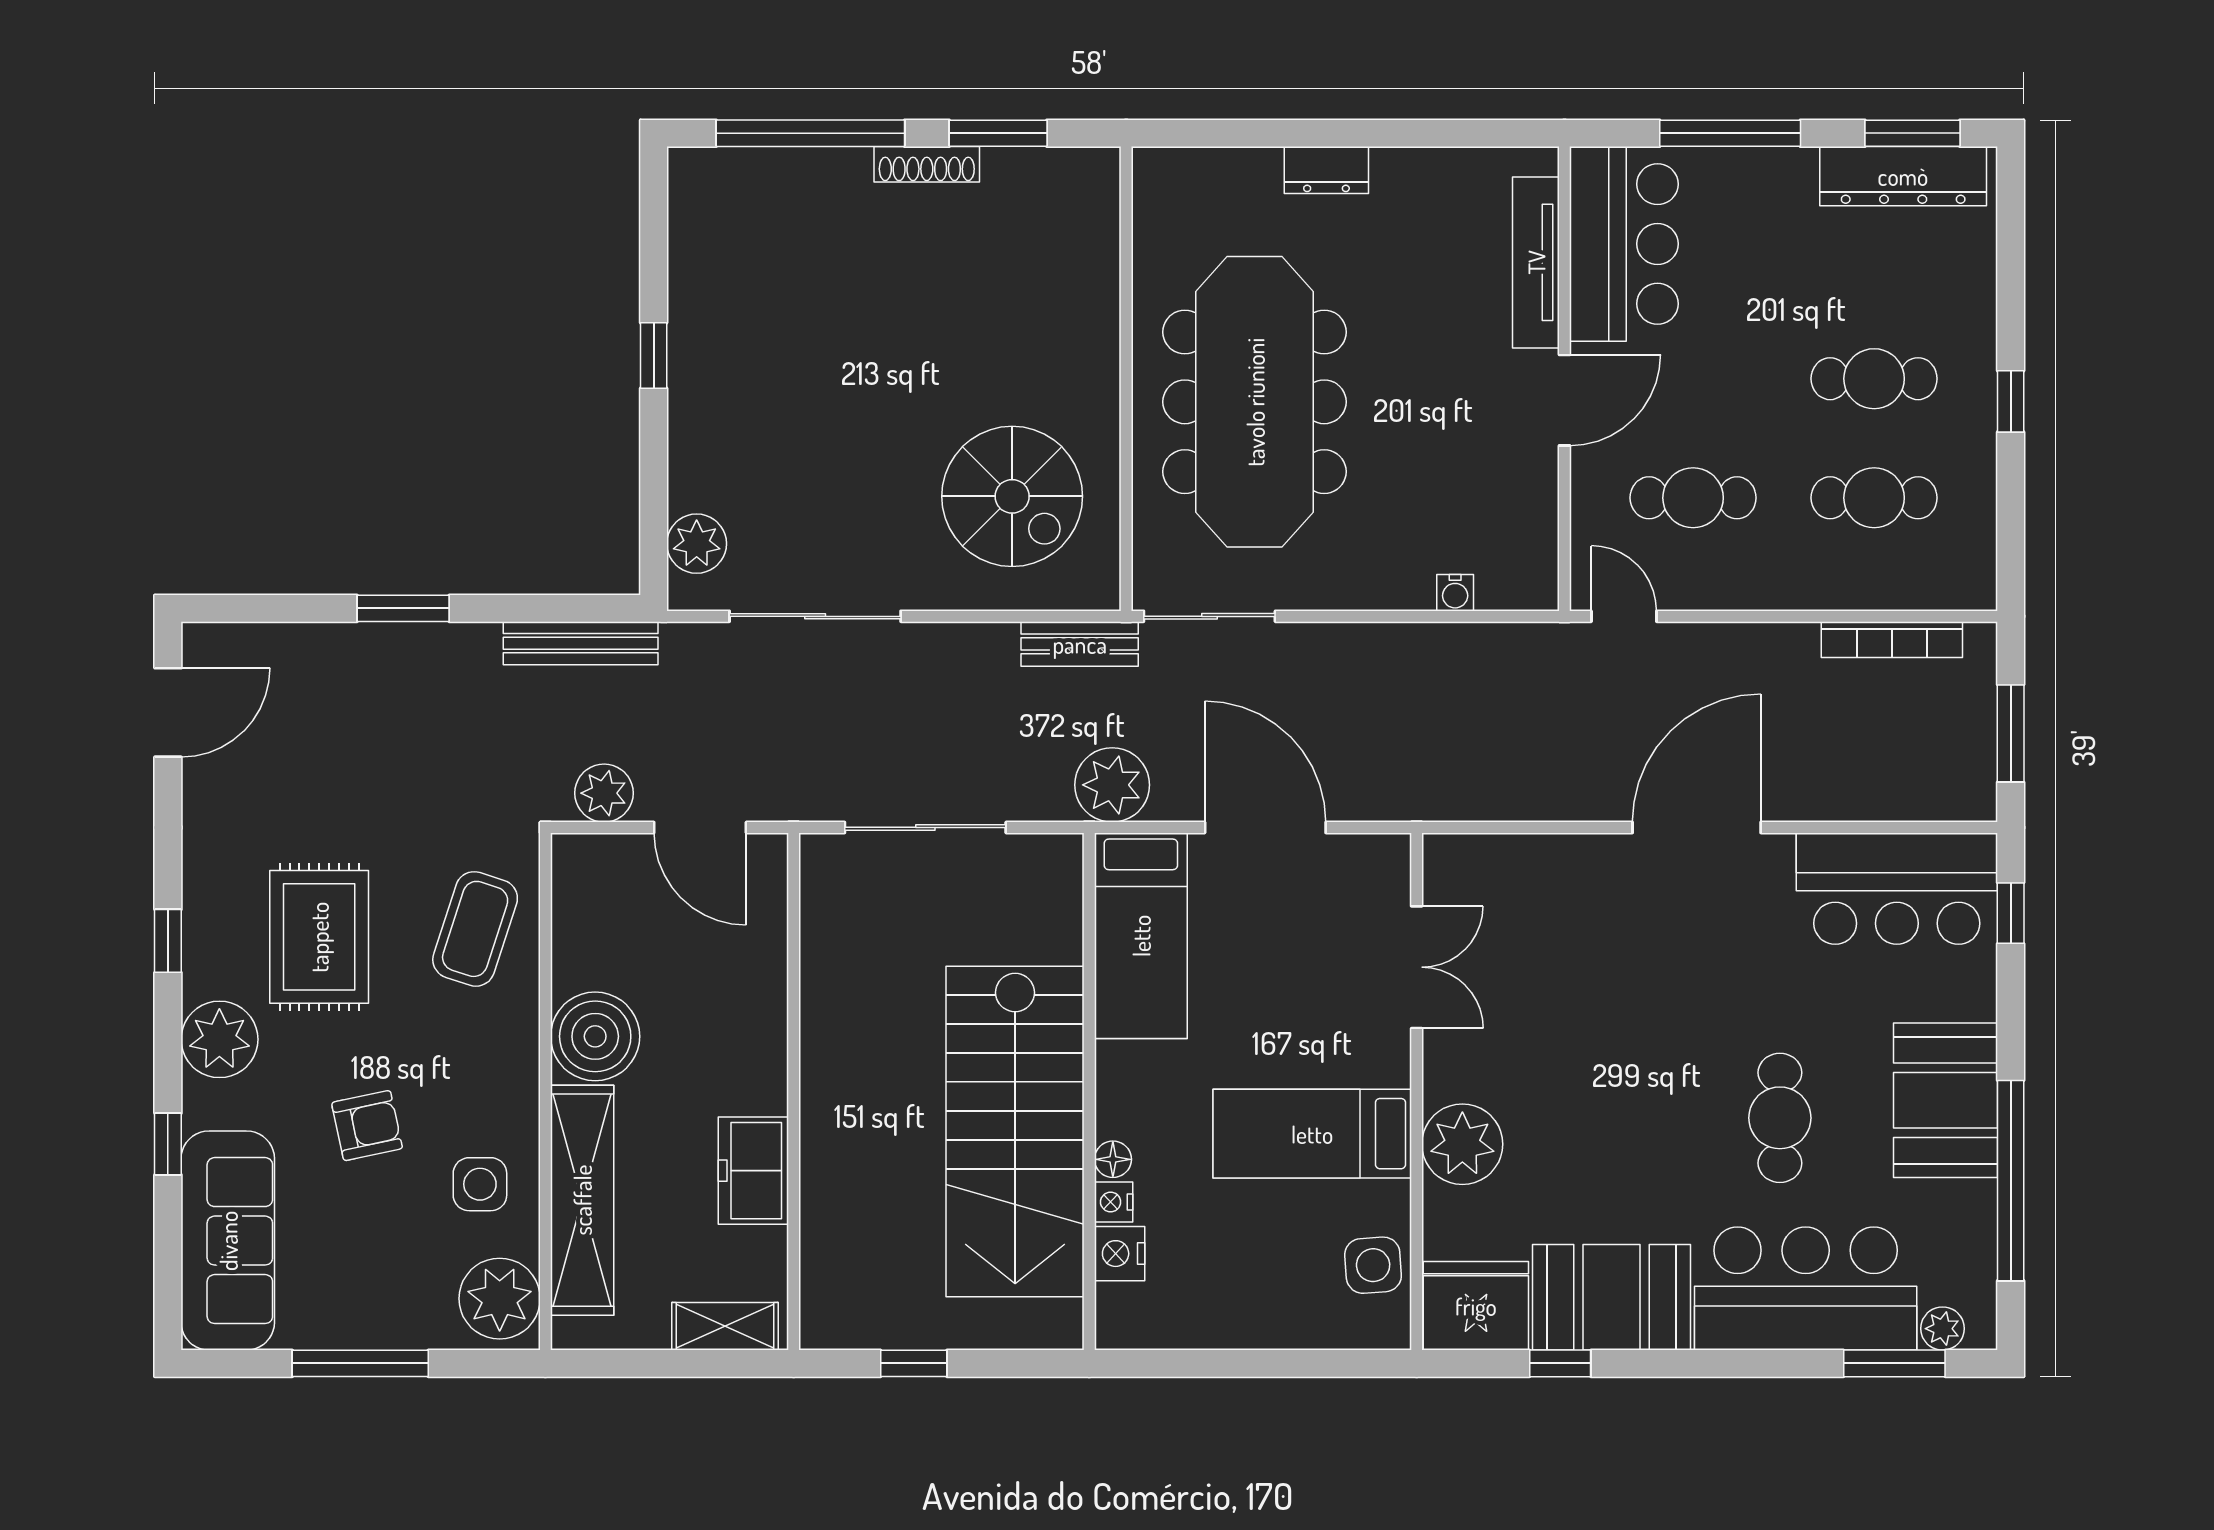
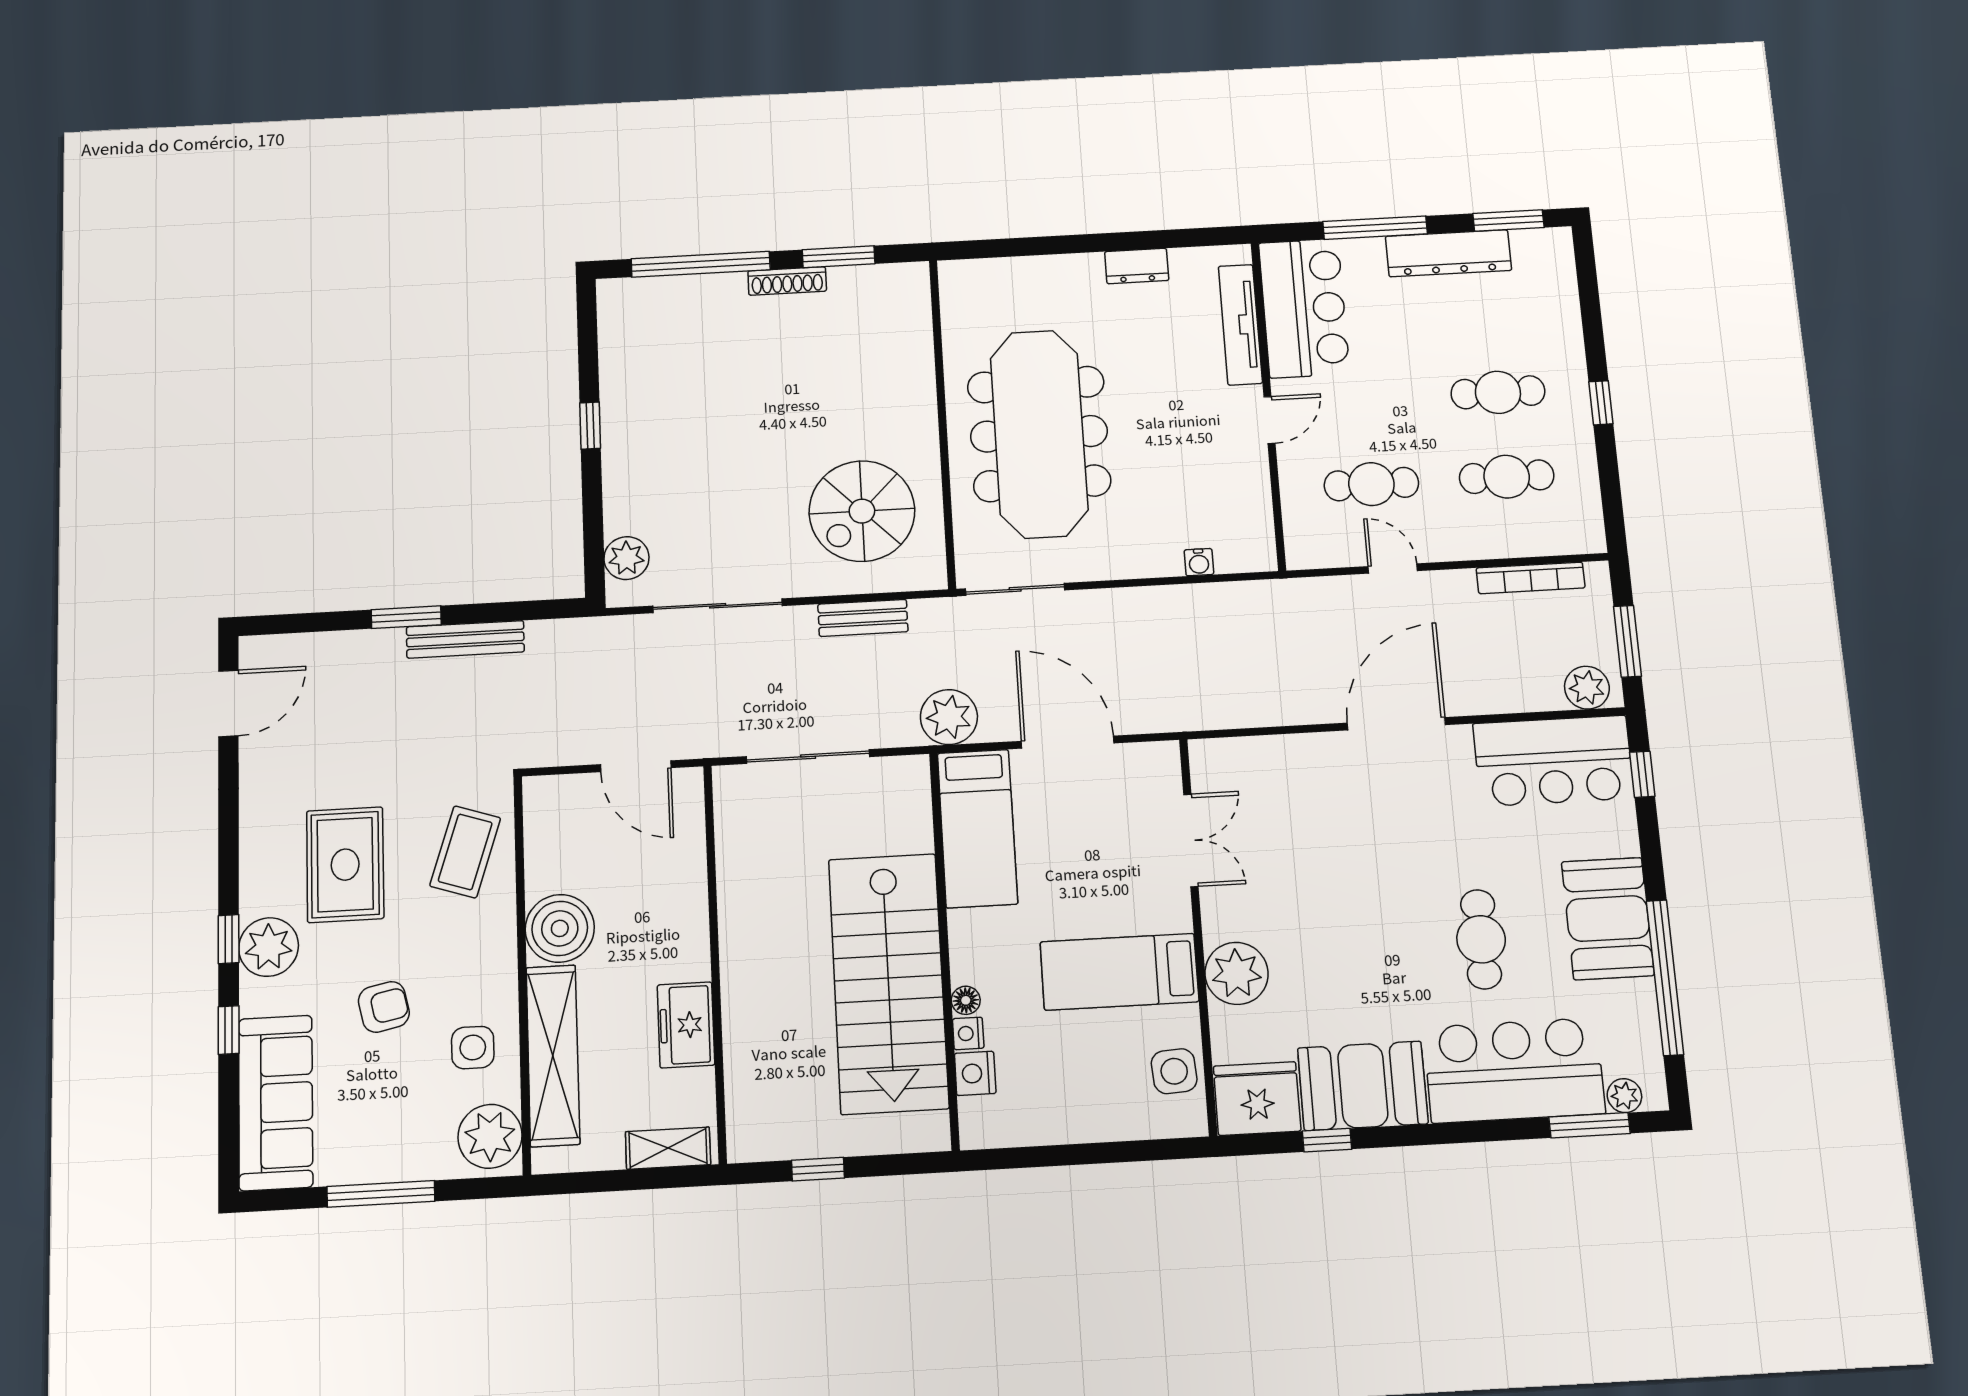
dresser: (1326, 170) -> (1137, 266), moved
dresser: (1903, 176) -> (1448, 253), moved
door: (1564, 400) -> (1269, 420), width x0.73
spiral stairs: (1012, 496) -> (862, 511), turned 90
door: (1624, 616) -> (1393, 569), moved
bench: (581, 643) -> (465, 639), moved
bench: (1080, 644) -> (863, 618), moved
plant: (604, 793) -> (1587, 688), moved
window: (168, 941) -> (229, 939), moved

